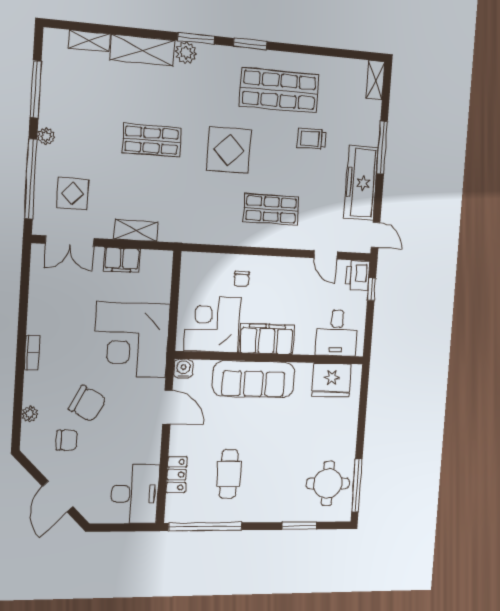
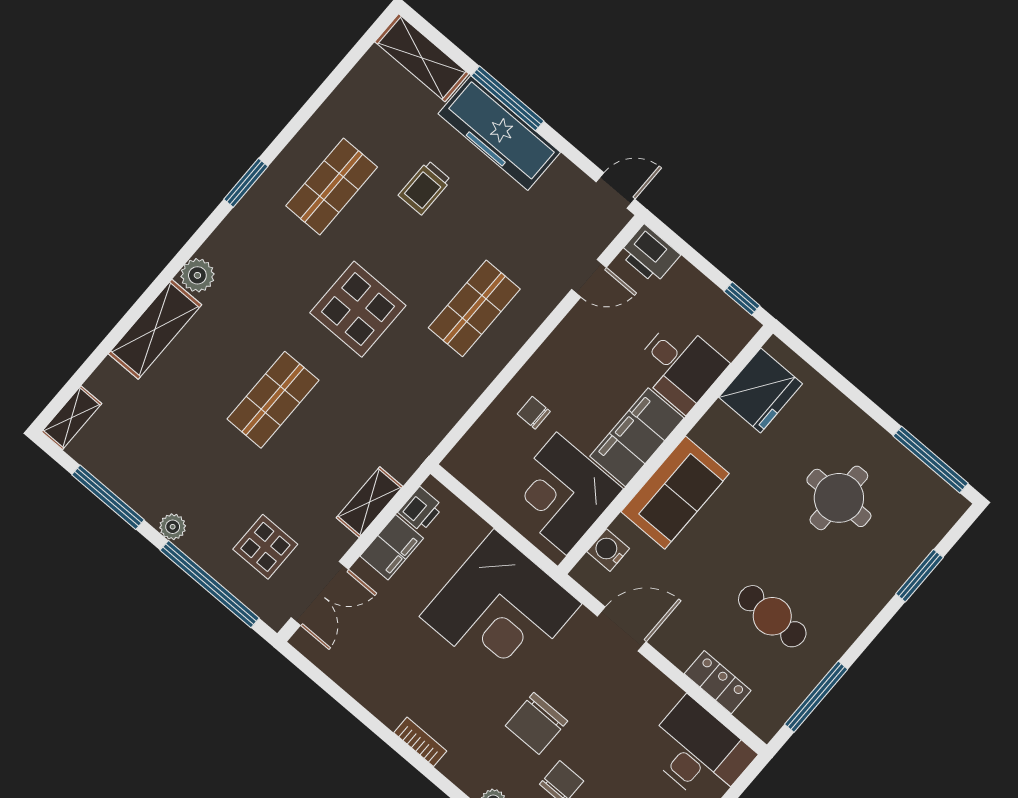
window: (196, 38) -> (189, 249), removed
shelving: (89, 41) -> (72, 418), moved
shelving: (375, 80) -> (422, 58), width x1.50, depth x1.33
shop shelf: (279, 90) -> (332, 186), width x0.70, depth x0.74
freezer: (361, 183) -> (499, 133), moved
printer: (152, 260) -> (421, 510), added
chair: (242, 279) -> (534, 413), turned 180
window: (371, 289) -> (742, 299), moved
desk: (337, 333) -> (680, 366), moved
water cooler: (183, 369) -> (608, 550), moved
sofa: (254, 379) -> (675, 493), width x0.73
chair: (87, 403) -> (536, 723), turned 153
round table: (328, 483) -> (839, 498), moved
window: (205, 527) -> (816, 697), width x0.68

